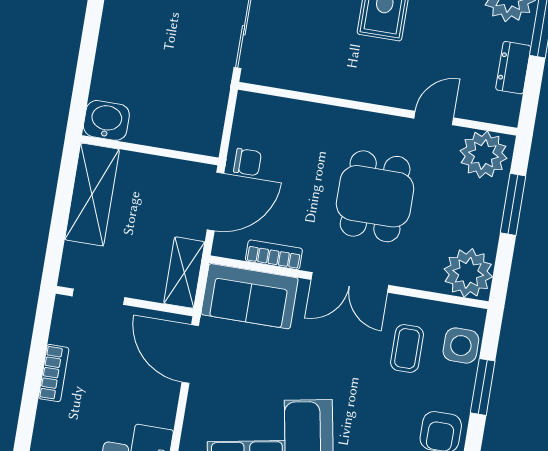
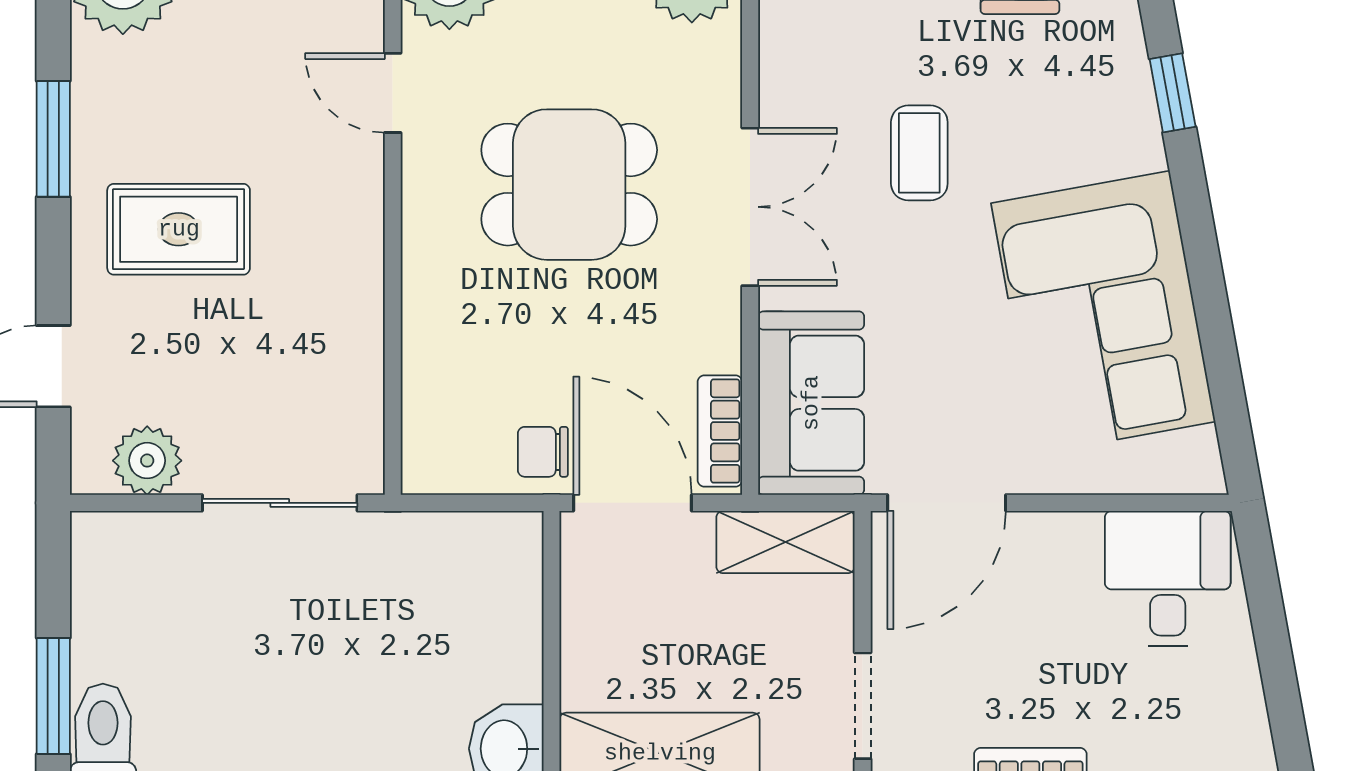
chair: (247, 162) -> (543, 452), turned -90
bookcase: (274, 255) -> (720, 431), moved
coffee table: (407, 349) -> (919, 153), moved, turned 90

